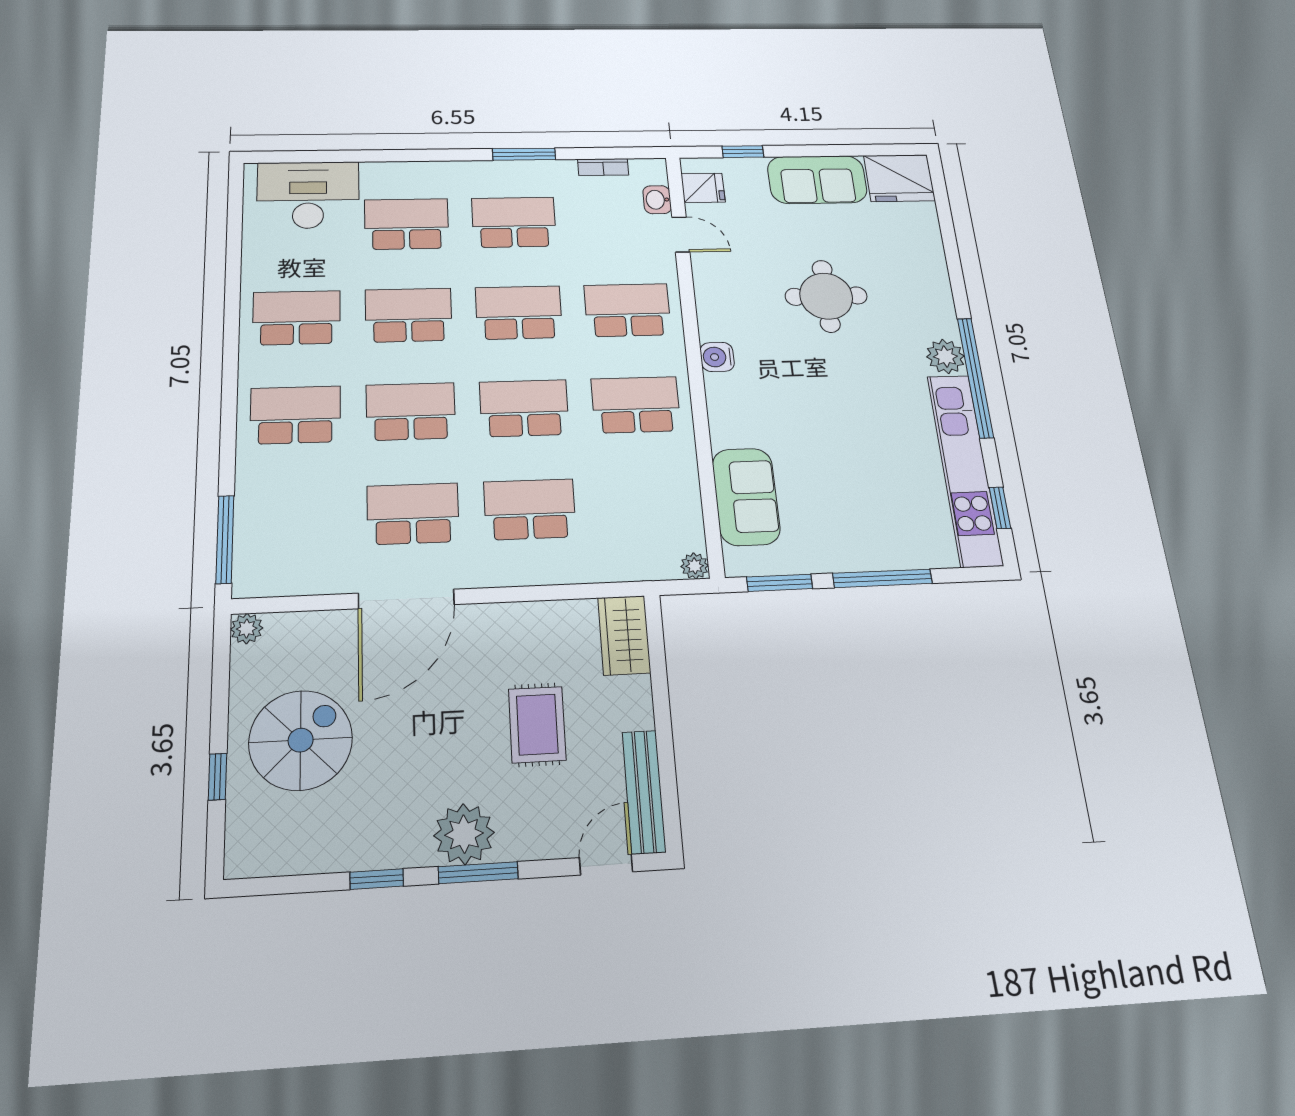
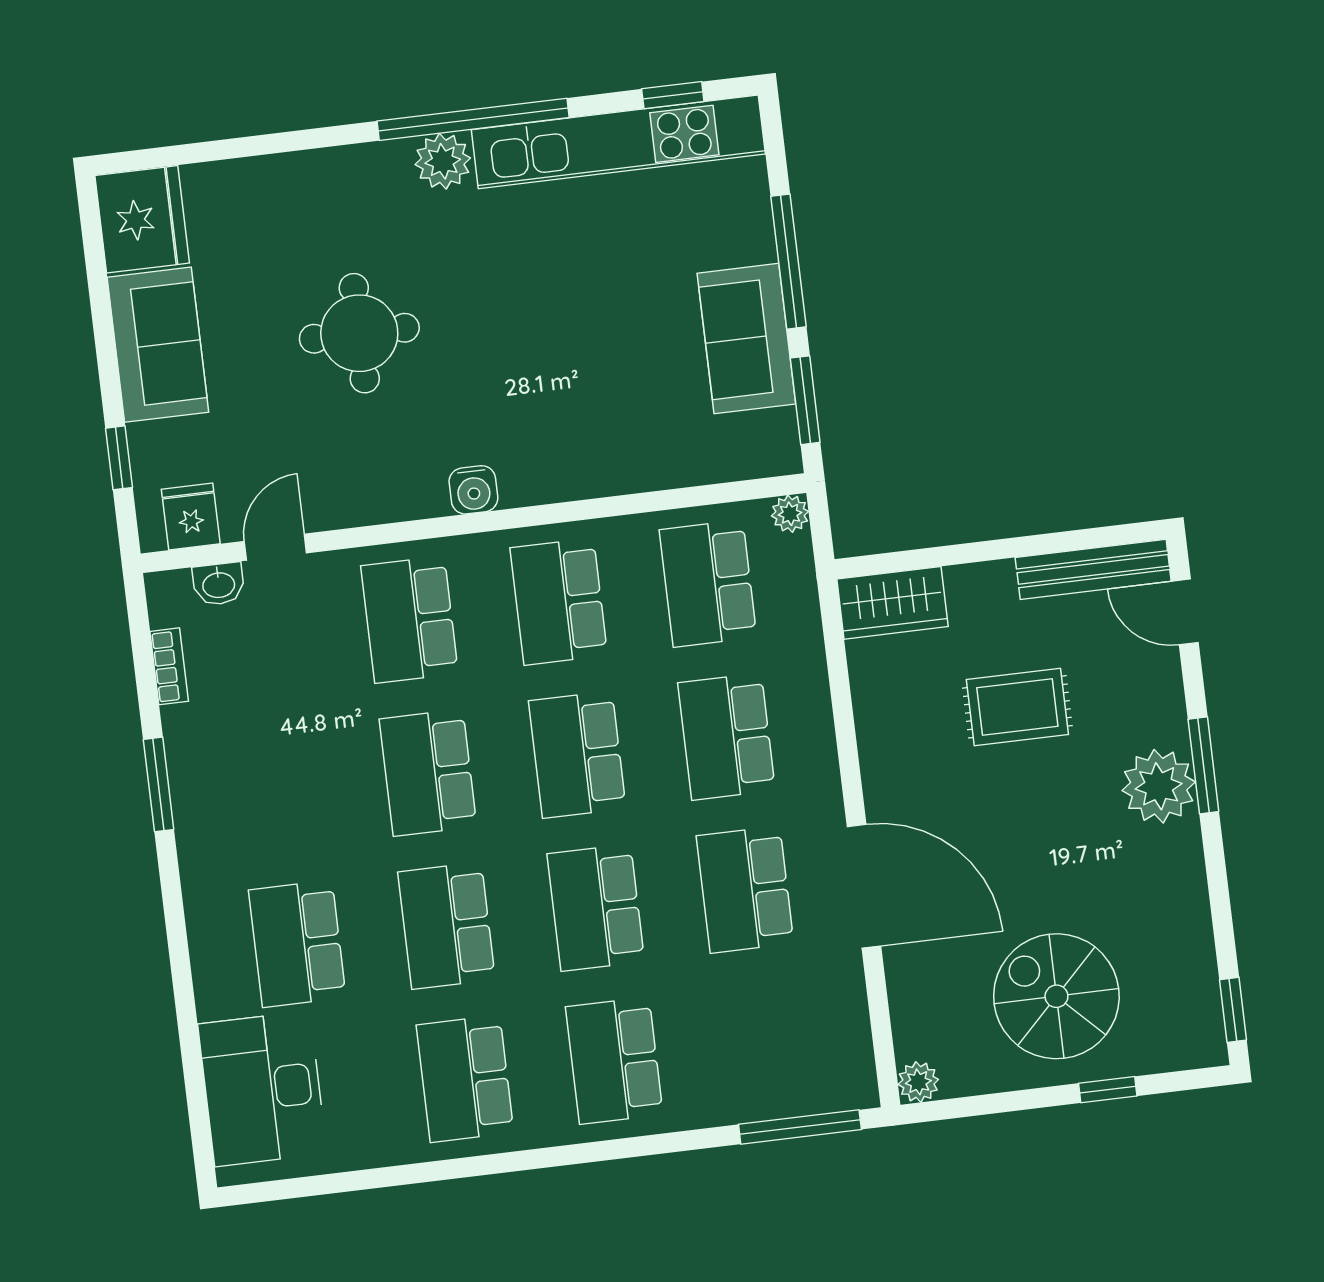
school desk: (514, 222) -> (708, 584), moved
sofa: (746, 497) -> (746, 339), moved, turned -90
window: (377, 879) -> (1233, 1010), moved

